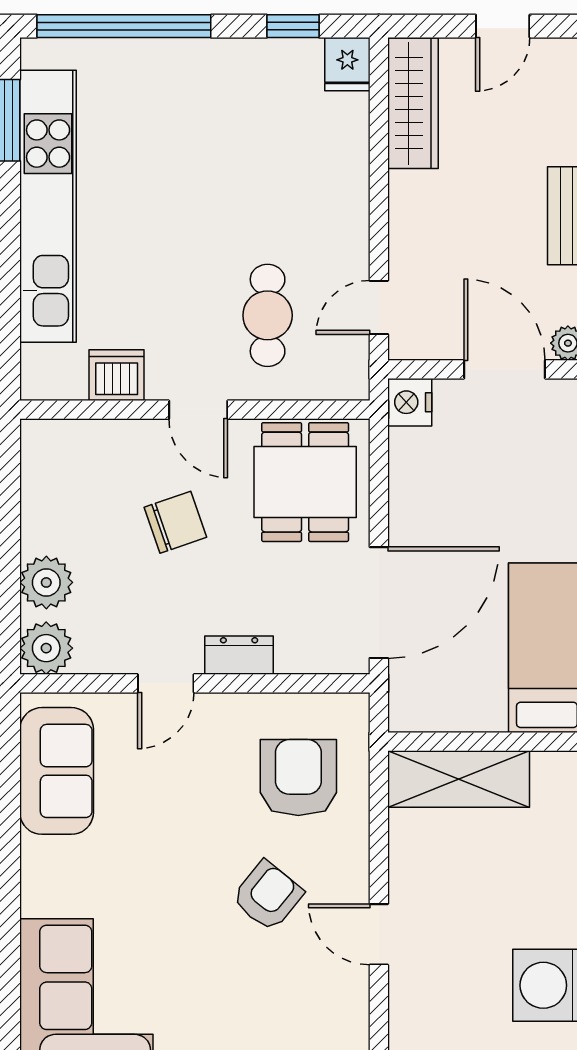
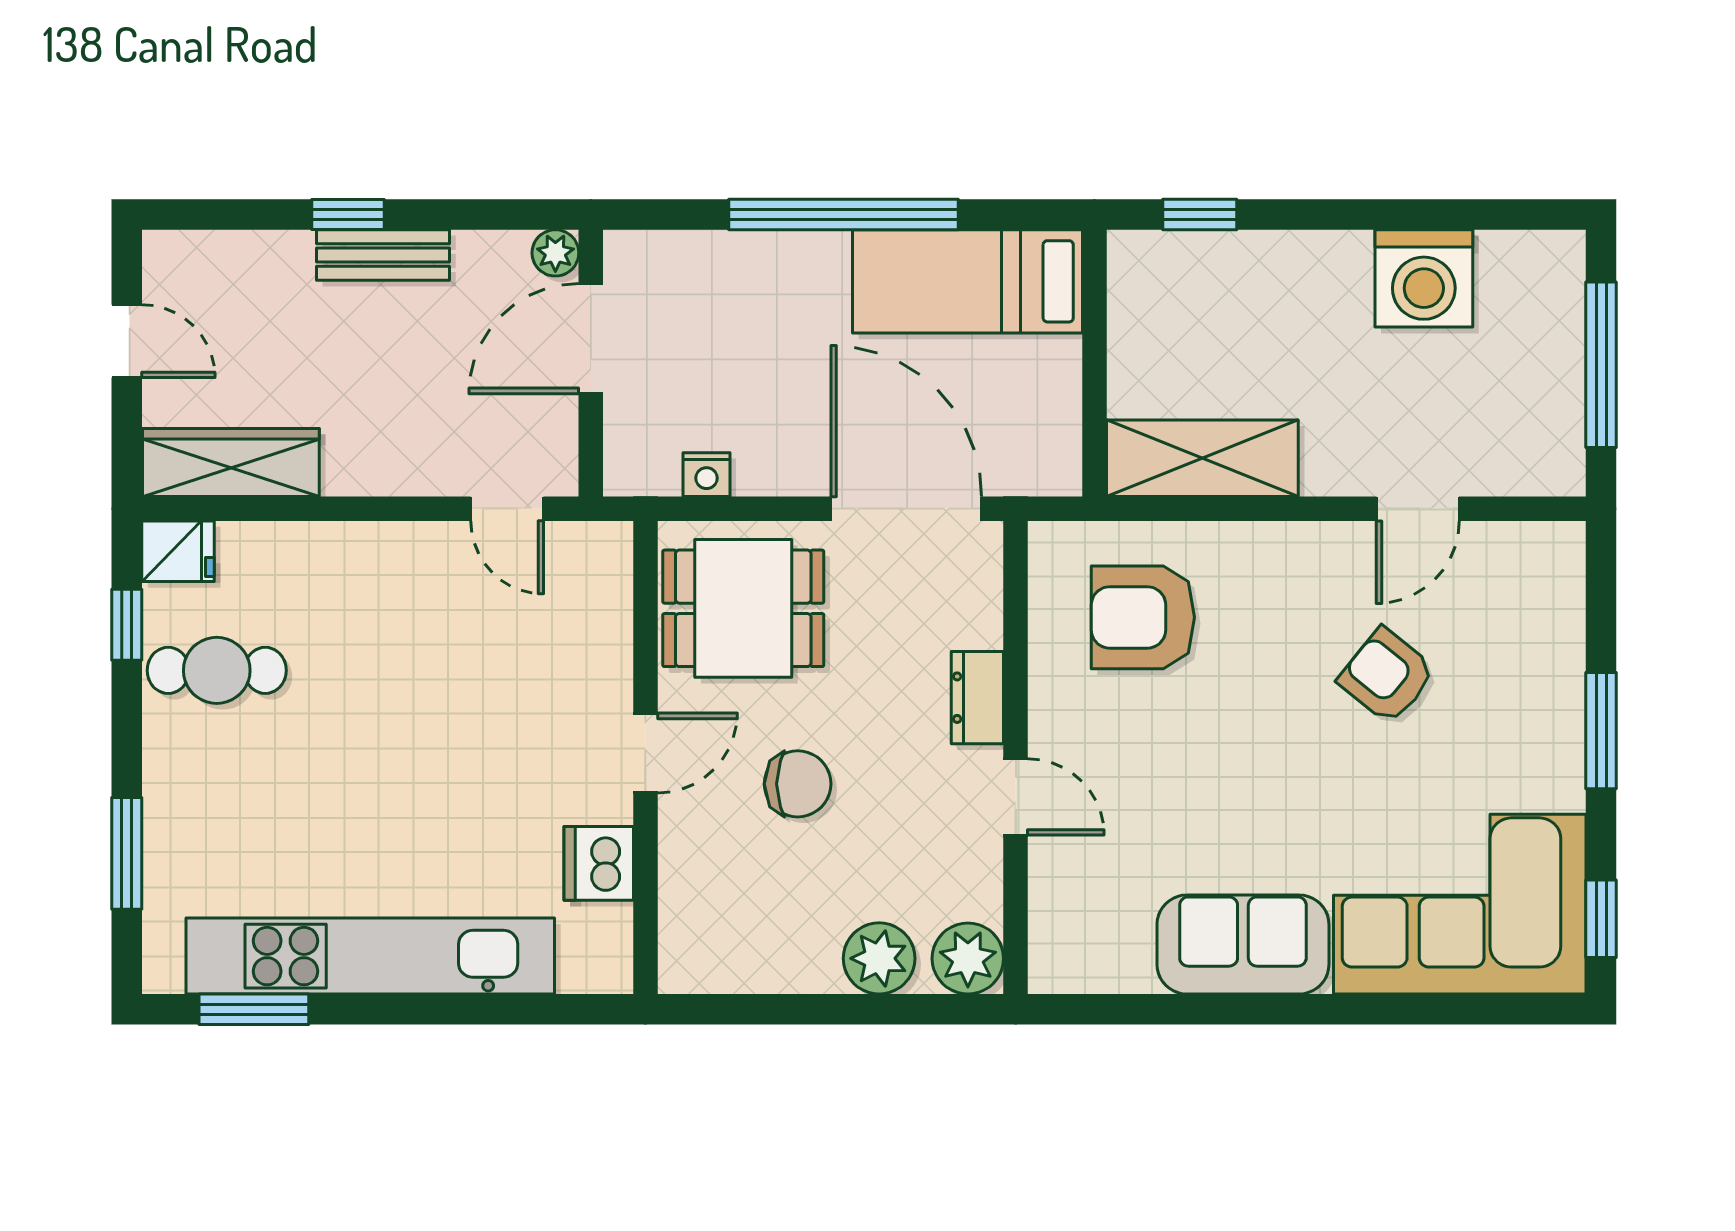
window: (124, 26) -> (127, 853), width x0.47
cafe table: (268, 315) -> (217, 670), moved
nightstand: (410, 402) -> (707, 475), moved, width x0.72, depth x0.74
chair: (175, 522) -> (798, 784), turned 109
sofa: (57, 771) -> (1243, 944), moved
shelving: (459, 779) -> (1202, 458), moved, turned 90
armchair: (268, 896) -> (1387, 676), moved
door: (379, 934) -> (1418, 509), moved

